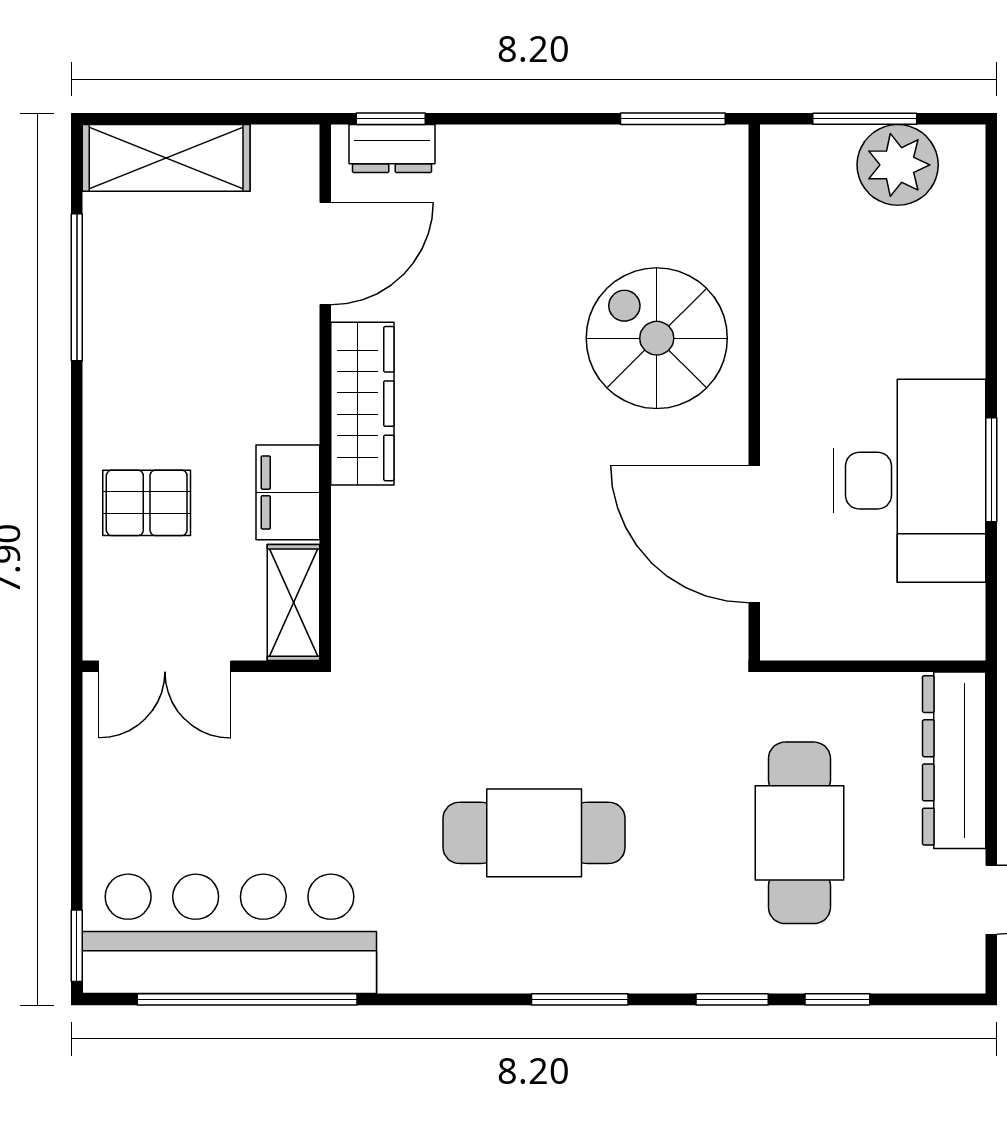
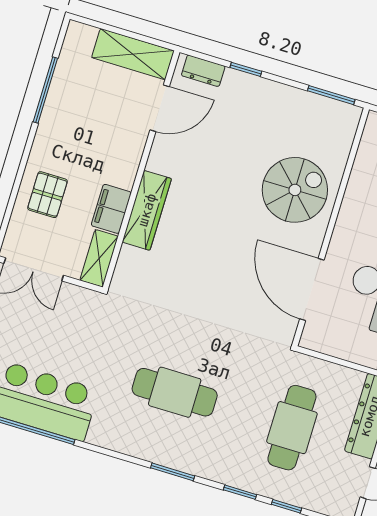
window: (391, 119) -> (246, 69), moved
shelving: (166, 158) -> (133, 54), moved
spiral stairs: (657, 338) -> (295, 190), turned 90
wardrobe: (362, 404) -> (147, 210), moved
pallet: (147, 503) -> (47, 195), turned 90

